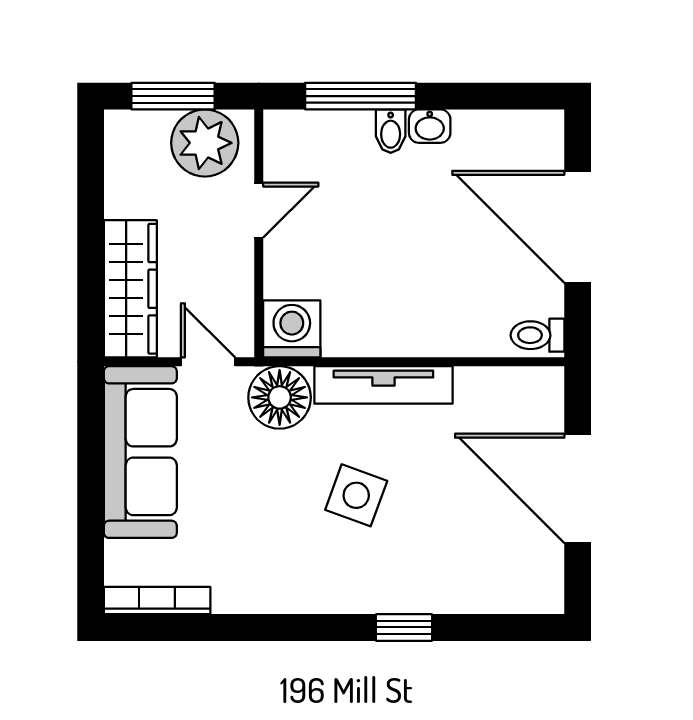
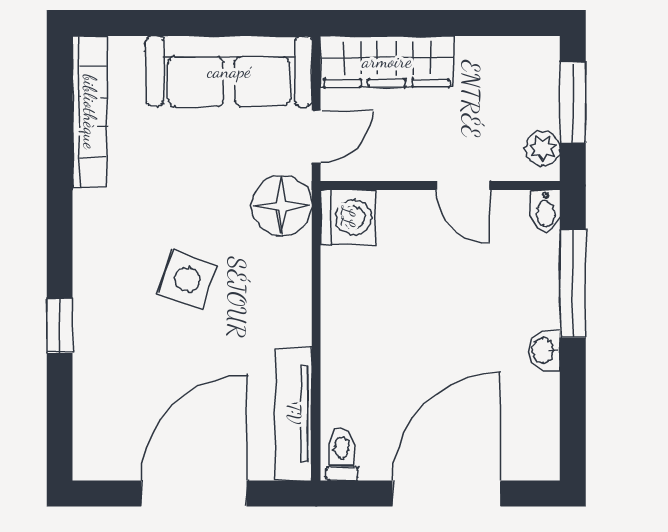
bidet: (391, 131) -> (546, 211), moved, turned -90
plant: (205, 143) -> (543, 148), width x0.53, depth x0.53
tv unit: (383, 385) -> (294, 414), moved
bookcase: (157, 601) -> (90, 112), width x1.48, depth x1.31

